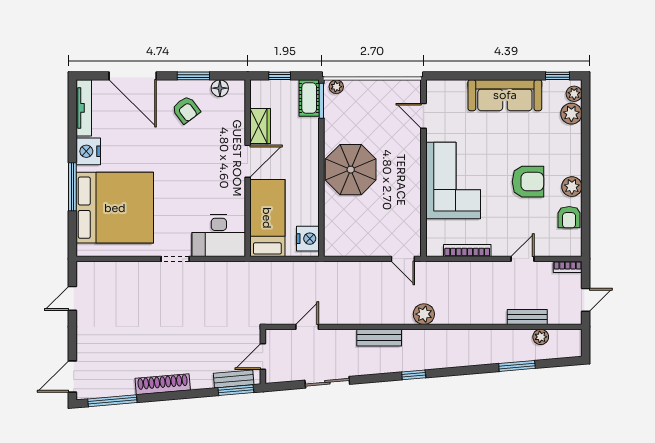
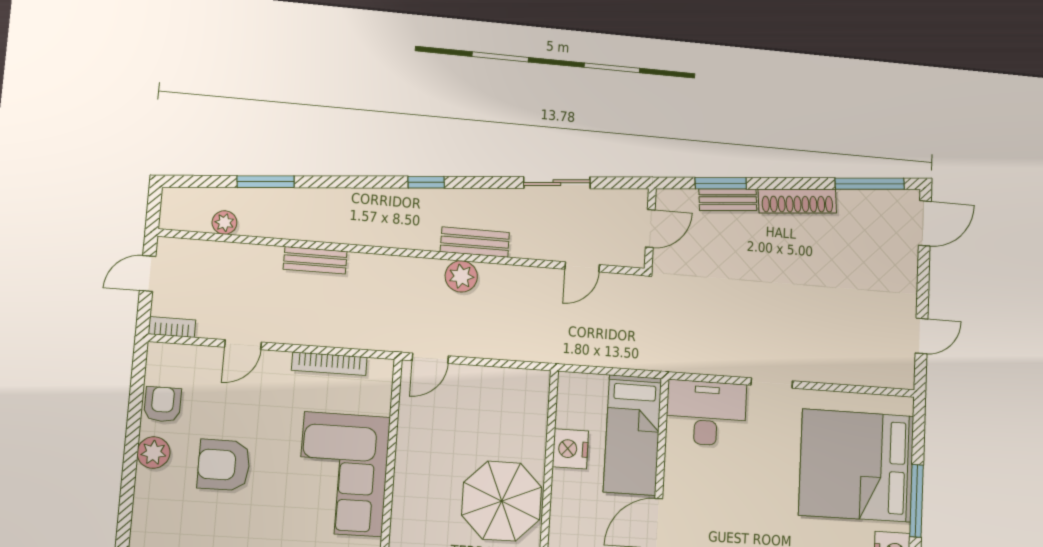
nightstand: (308, 239) -> (570, 449), moved
door: (403, 259) -> (430, 358), swing flipped
plant: (424, 314) -> (461, 276), moved
bench: (527, 317) -> (315, 260), moved
bench: (234, 379) -> (728, 200), moved
window: (236, 390) -> (721, 183), moved

